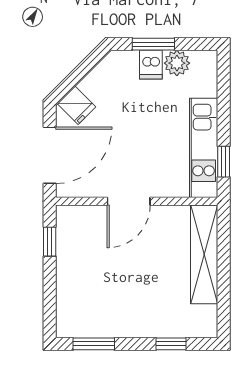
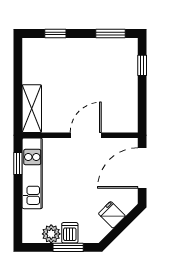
fridge: (76, 105) -> (112, 215), moved
window: (50, 242) -> (142, 65), moved
shelving: (204, 254) -> (32, 109), width x0.68

